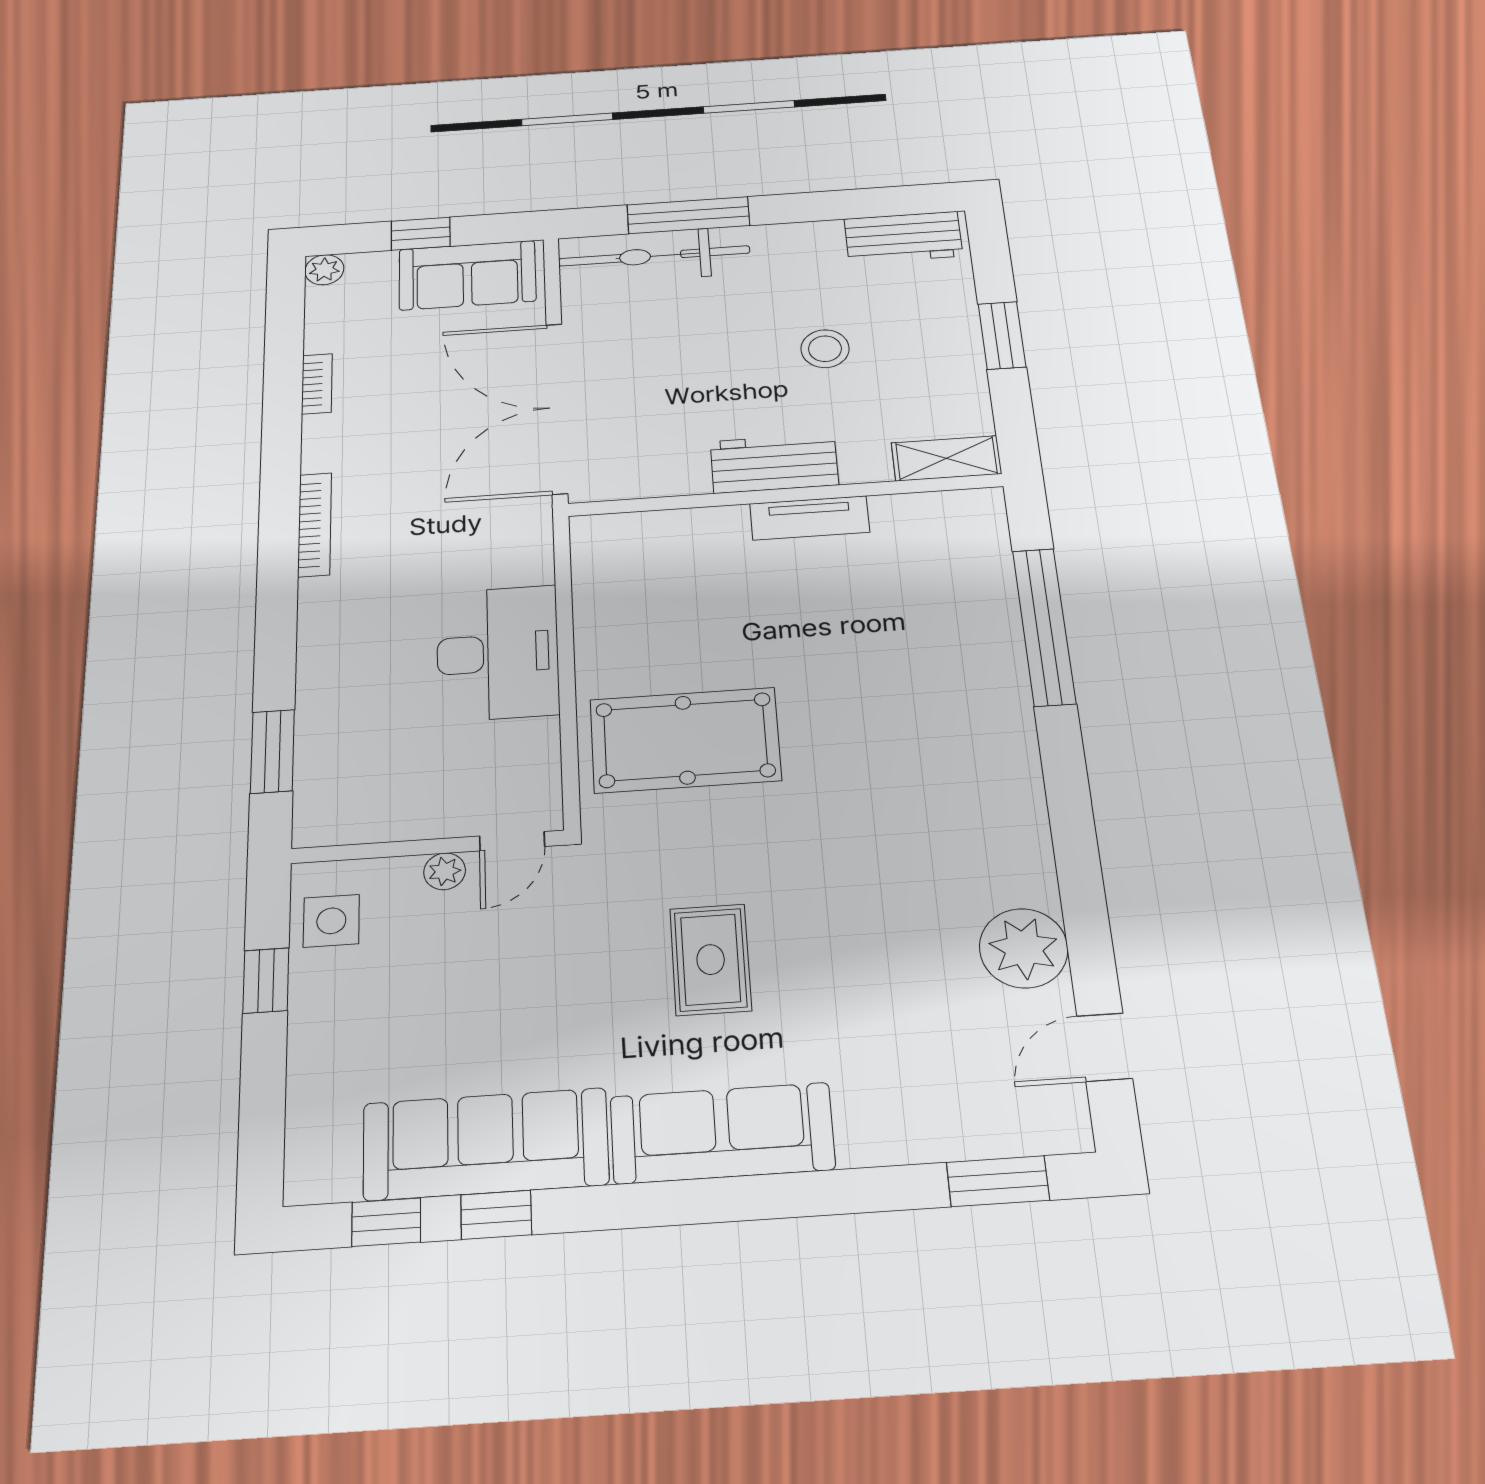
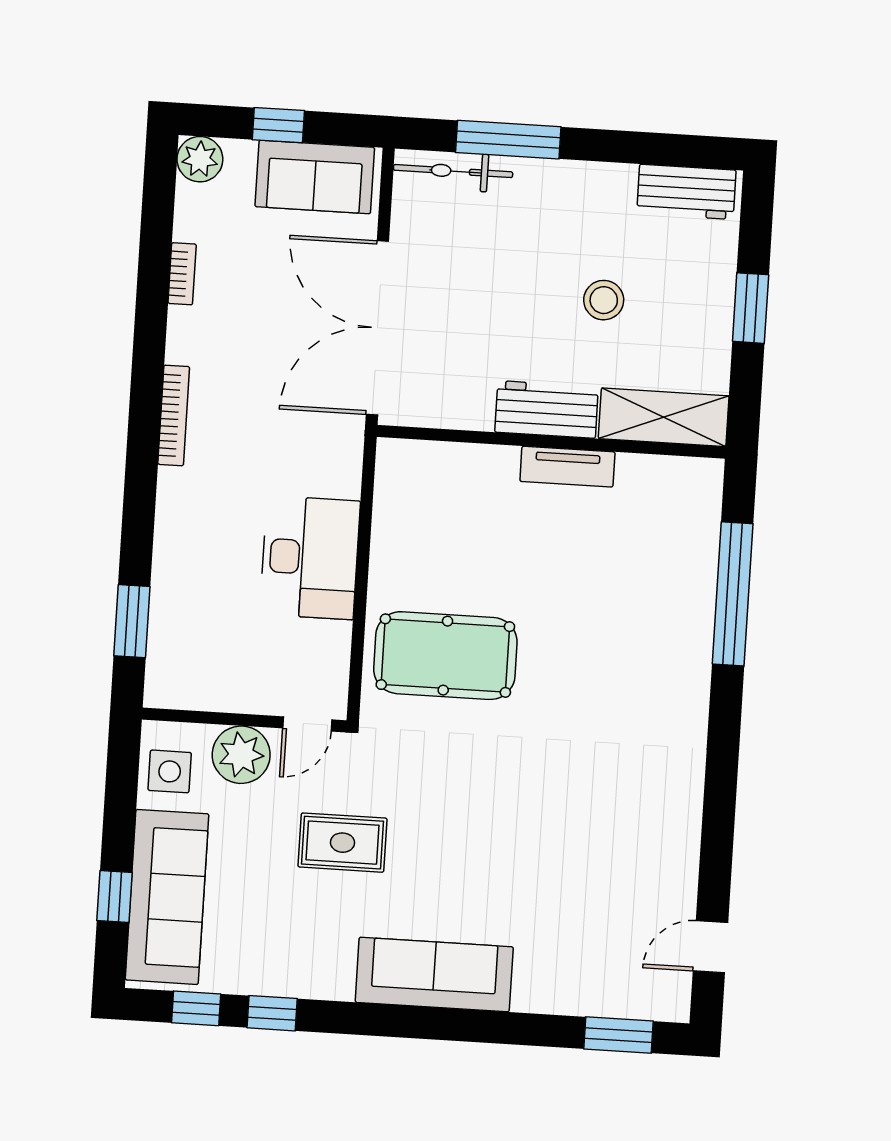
bicycle: (654, 256) -> (453, 171), width x0.73, depth x0.71
plant: (324, 270) -> (200, 159), width x1.38, depth x1.38
shelving: (946, 458) -> (664, 417), width x1.50, depth x1.33
plant: (445, 871) -> (241, 755), width x1.88, depth x1.88
plant: (1024, 948) -> (668, 863), removed
rug: (711, 960) -> (342, 843), moved, turned 90
window: (266, 981) -> (115, 897), moved
sofa: (486, 1144) -> (167, 897), moved, turned 90

